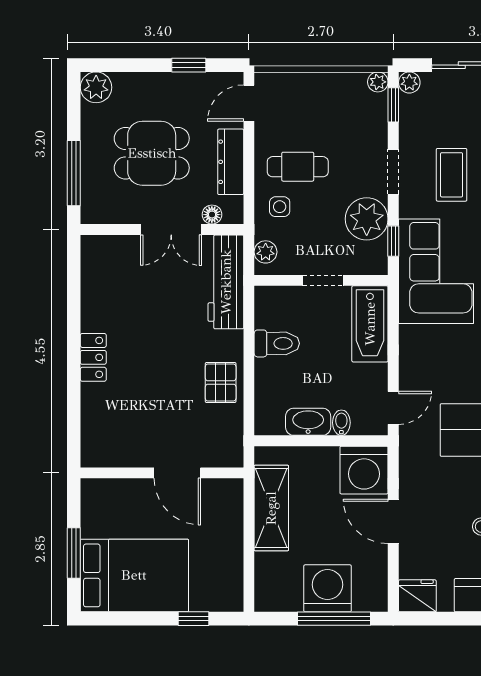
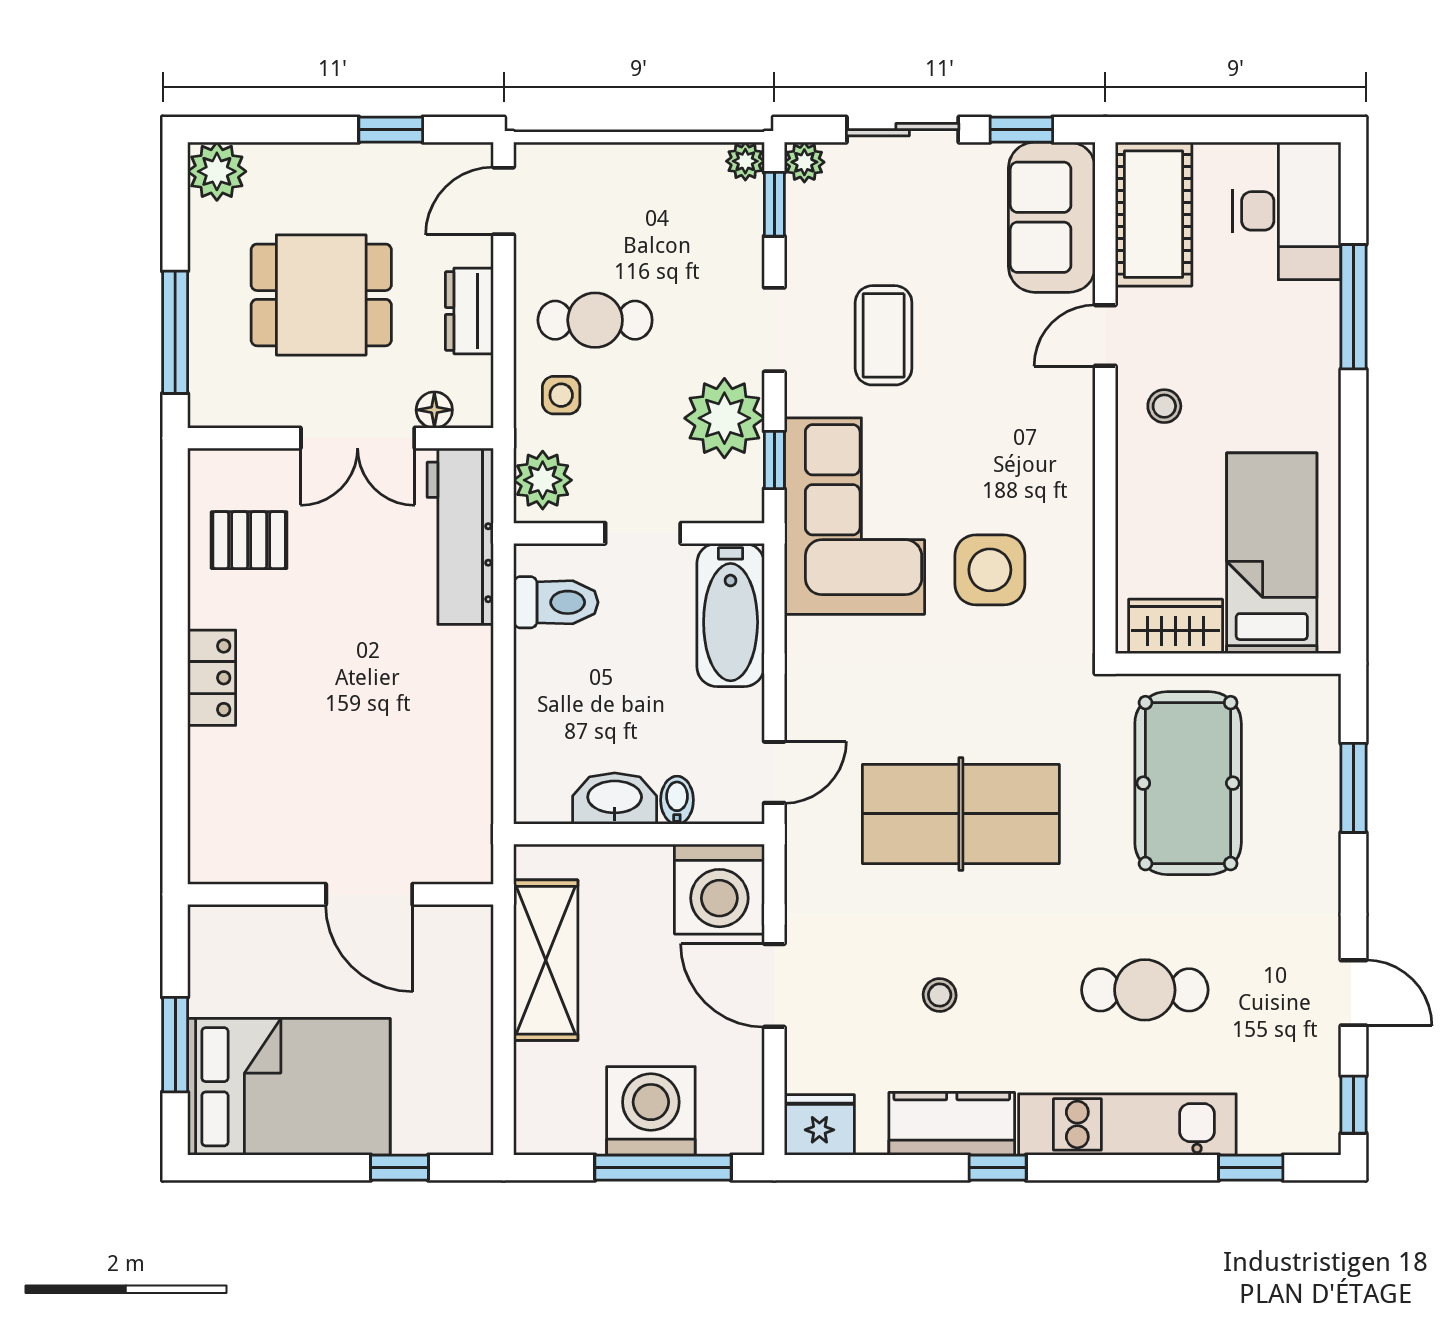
dresser: (231, 162) -> (469, 311), width x0.70
plant: (266, 252) -> (543, 480), width x1.38, depth x1.38
toilet: (277, 343) -> (556, 602), moved
pallet: (221, 383) -> (249, 540), moved, turned 90

